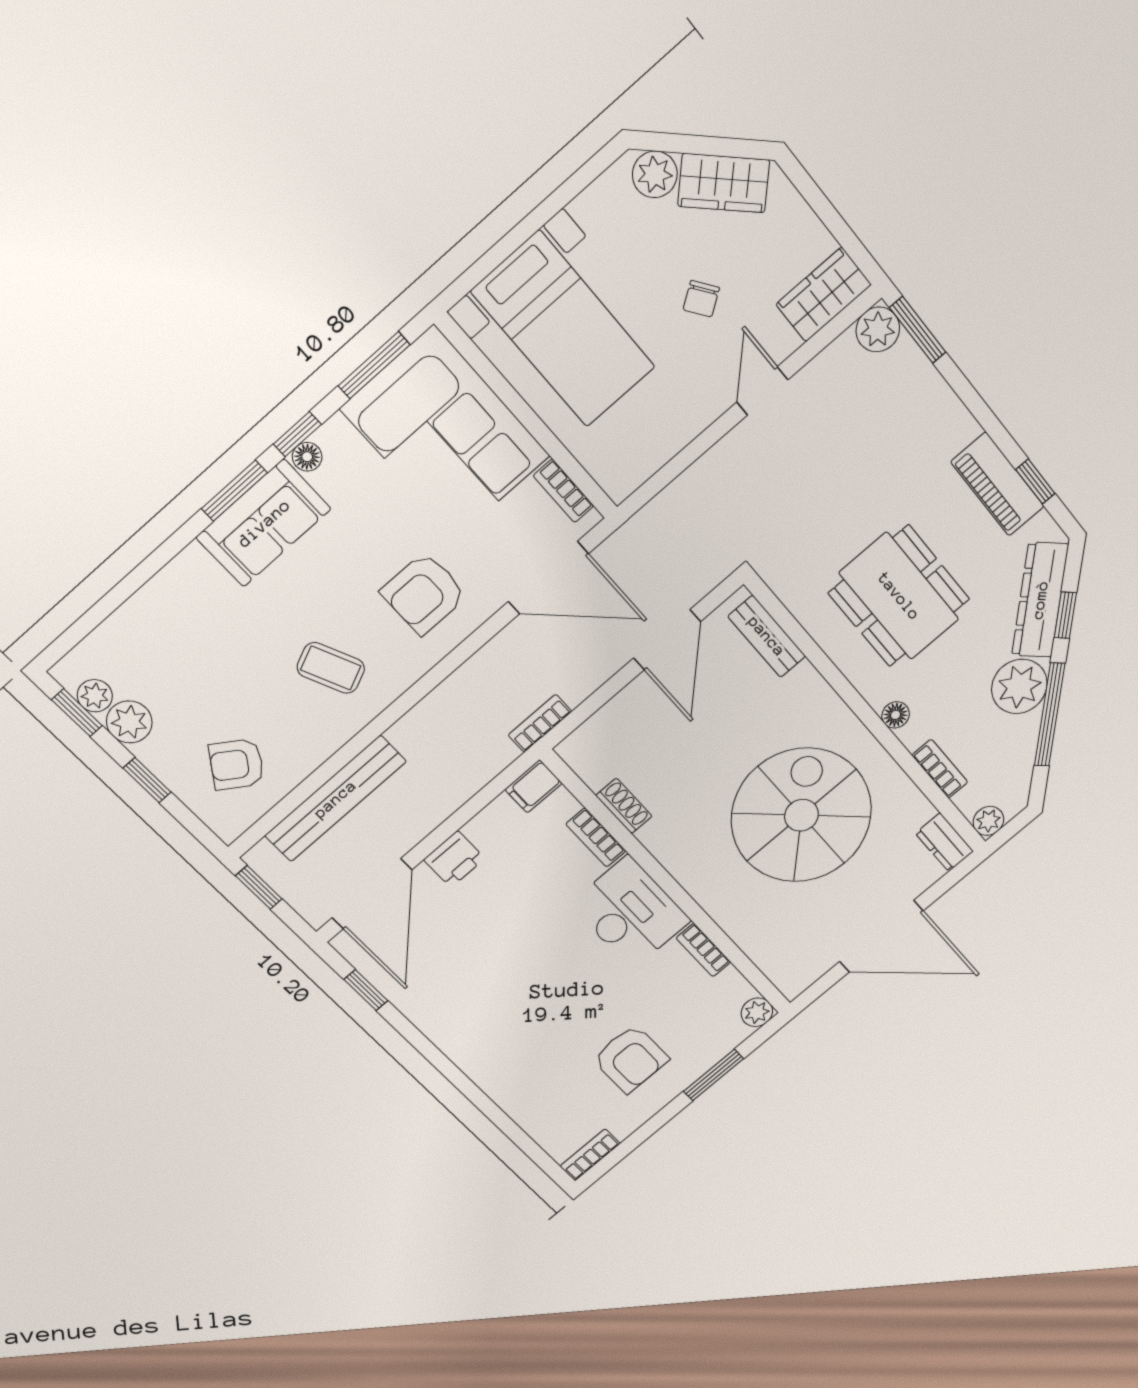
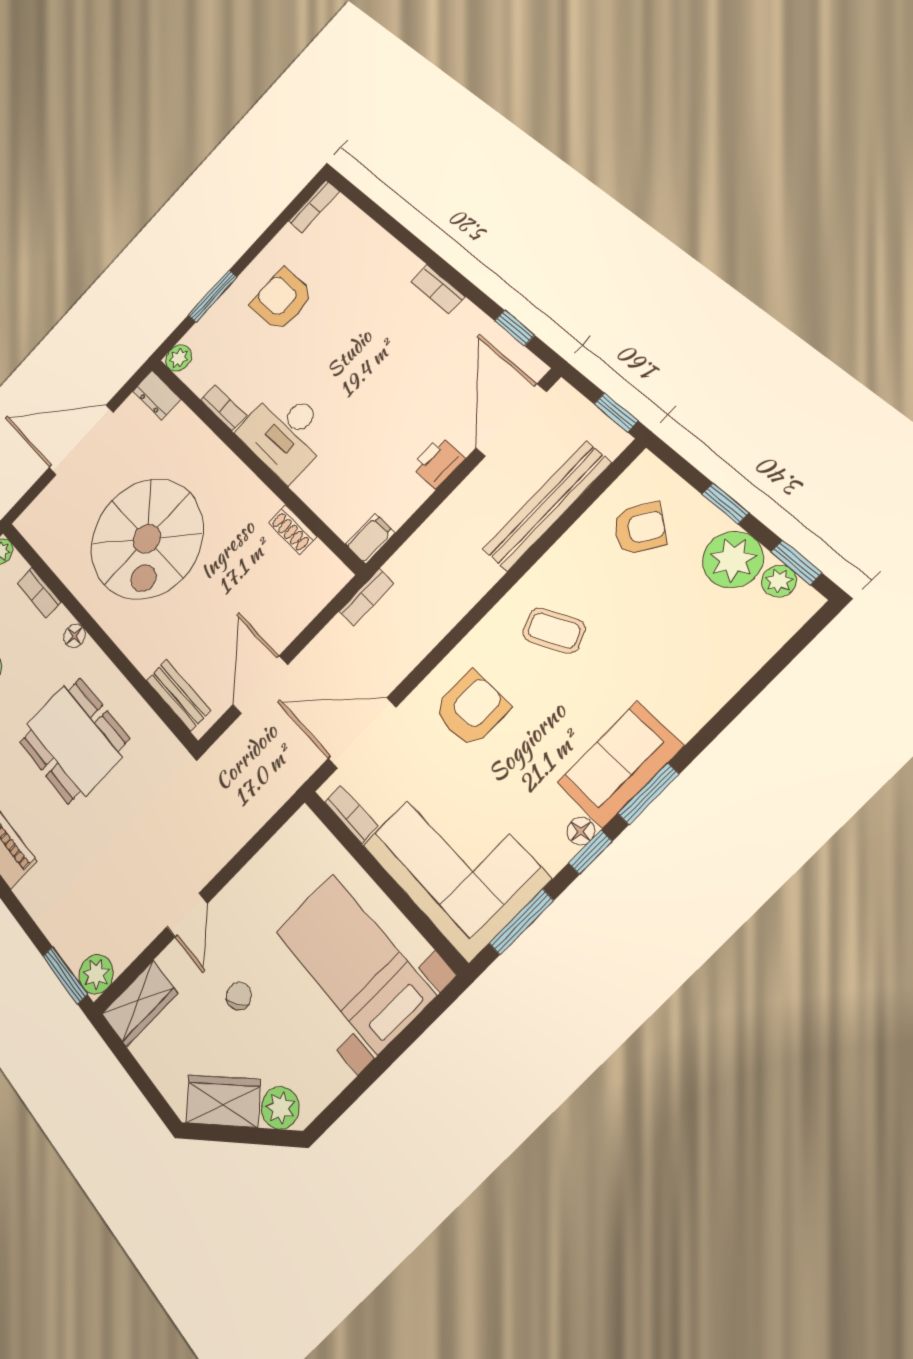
plant: (129, 722) -> (733, 560), width x1.36, depth x1.36
bookcase: (596, 837) -> (438, 289), moved, turned 180
dresser: (944, 842) -> (157, 395), moved, turned 180

